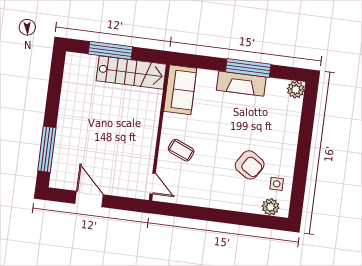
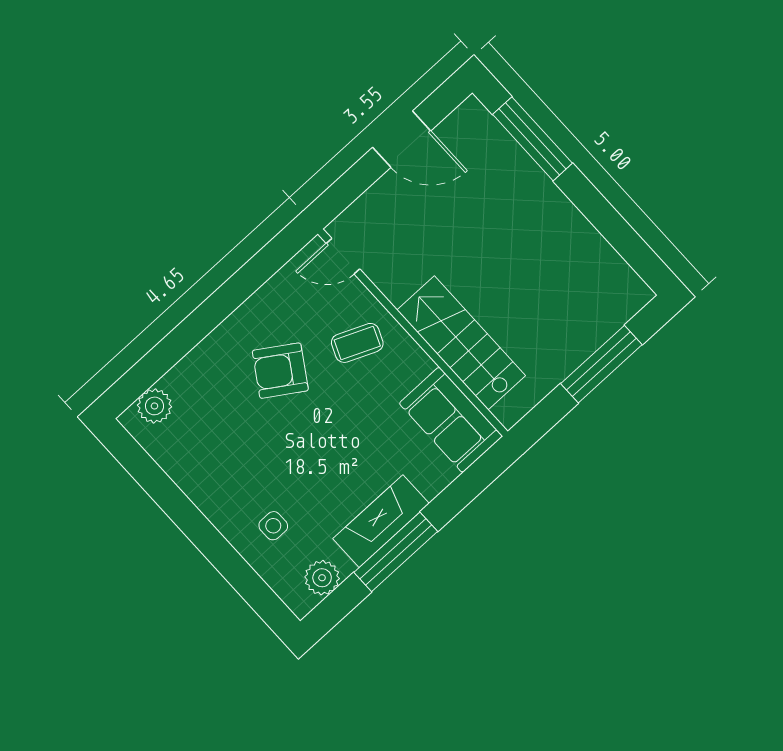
stairs: (131, 72) -> (461, 343), moved, turned 90
plant: (296, 90) -> (322, 578), moved
armchair: (250, 165) -> (280, 371), moved
side table: (277, 184) -> (273, 526), moved

